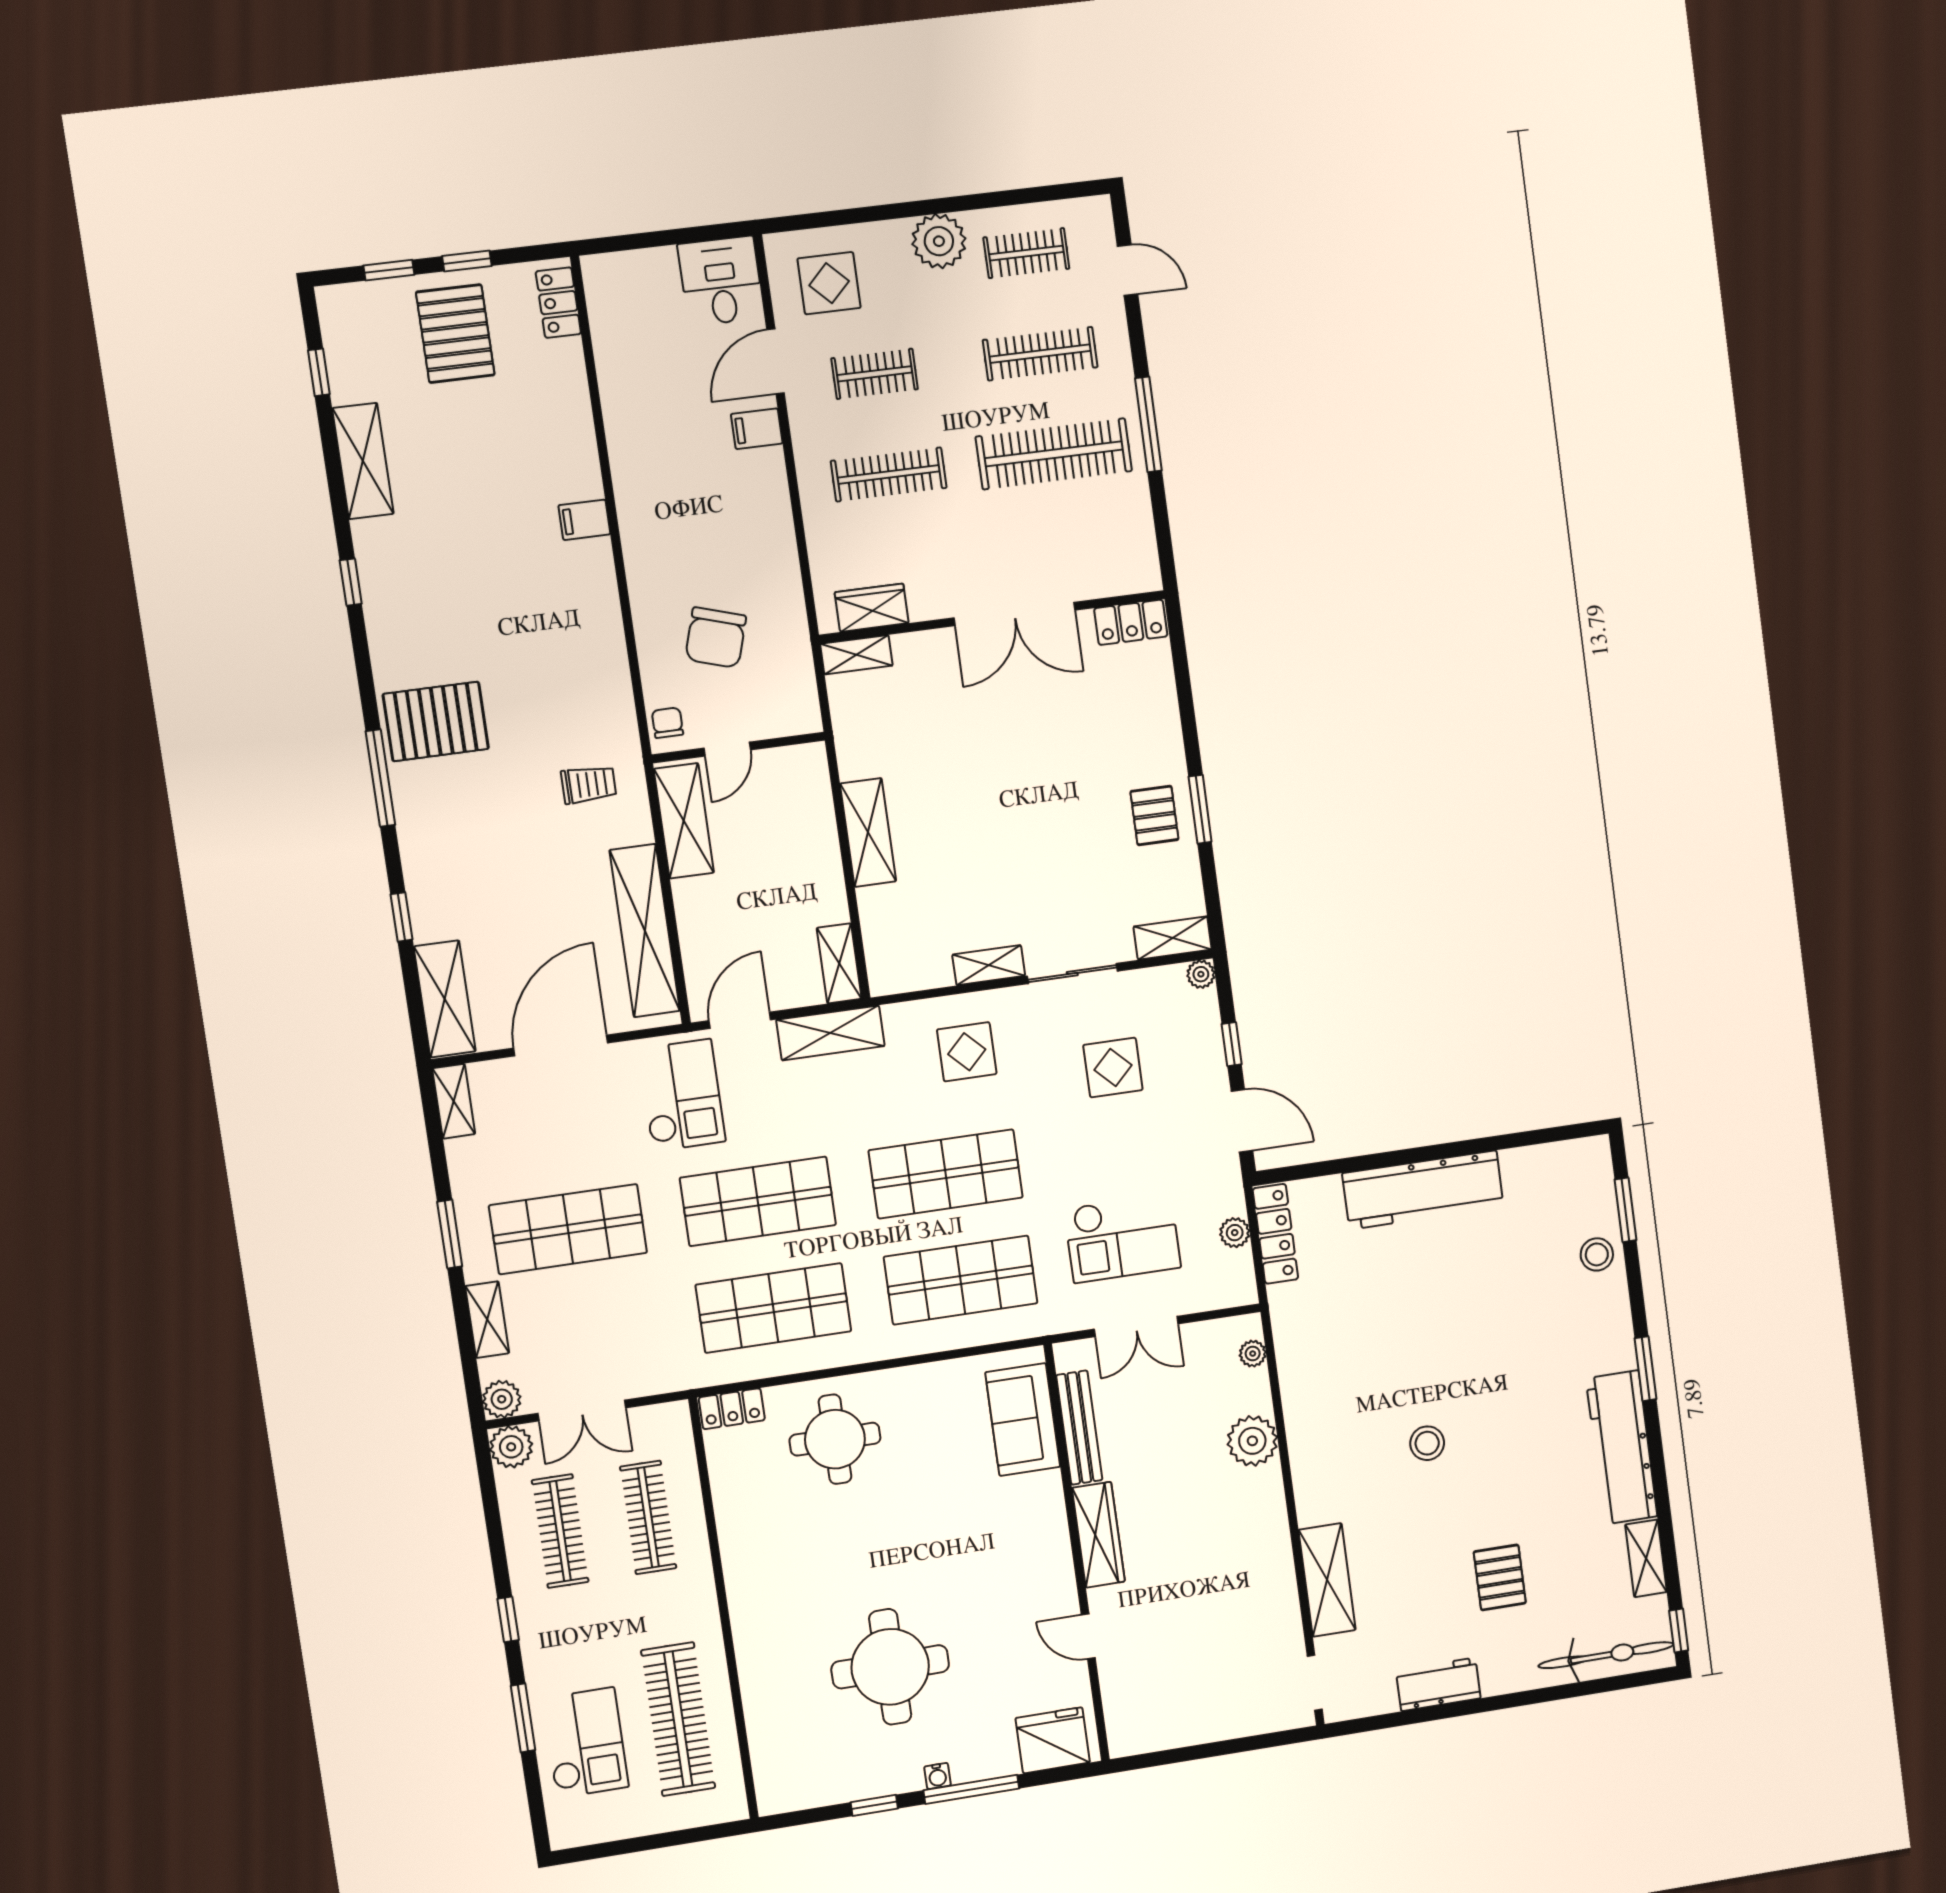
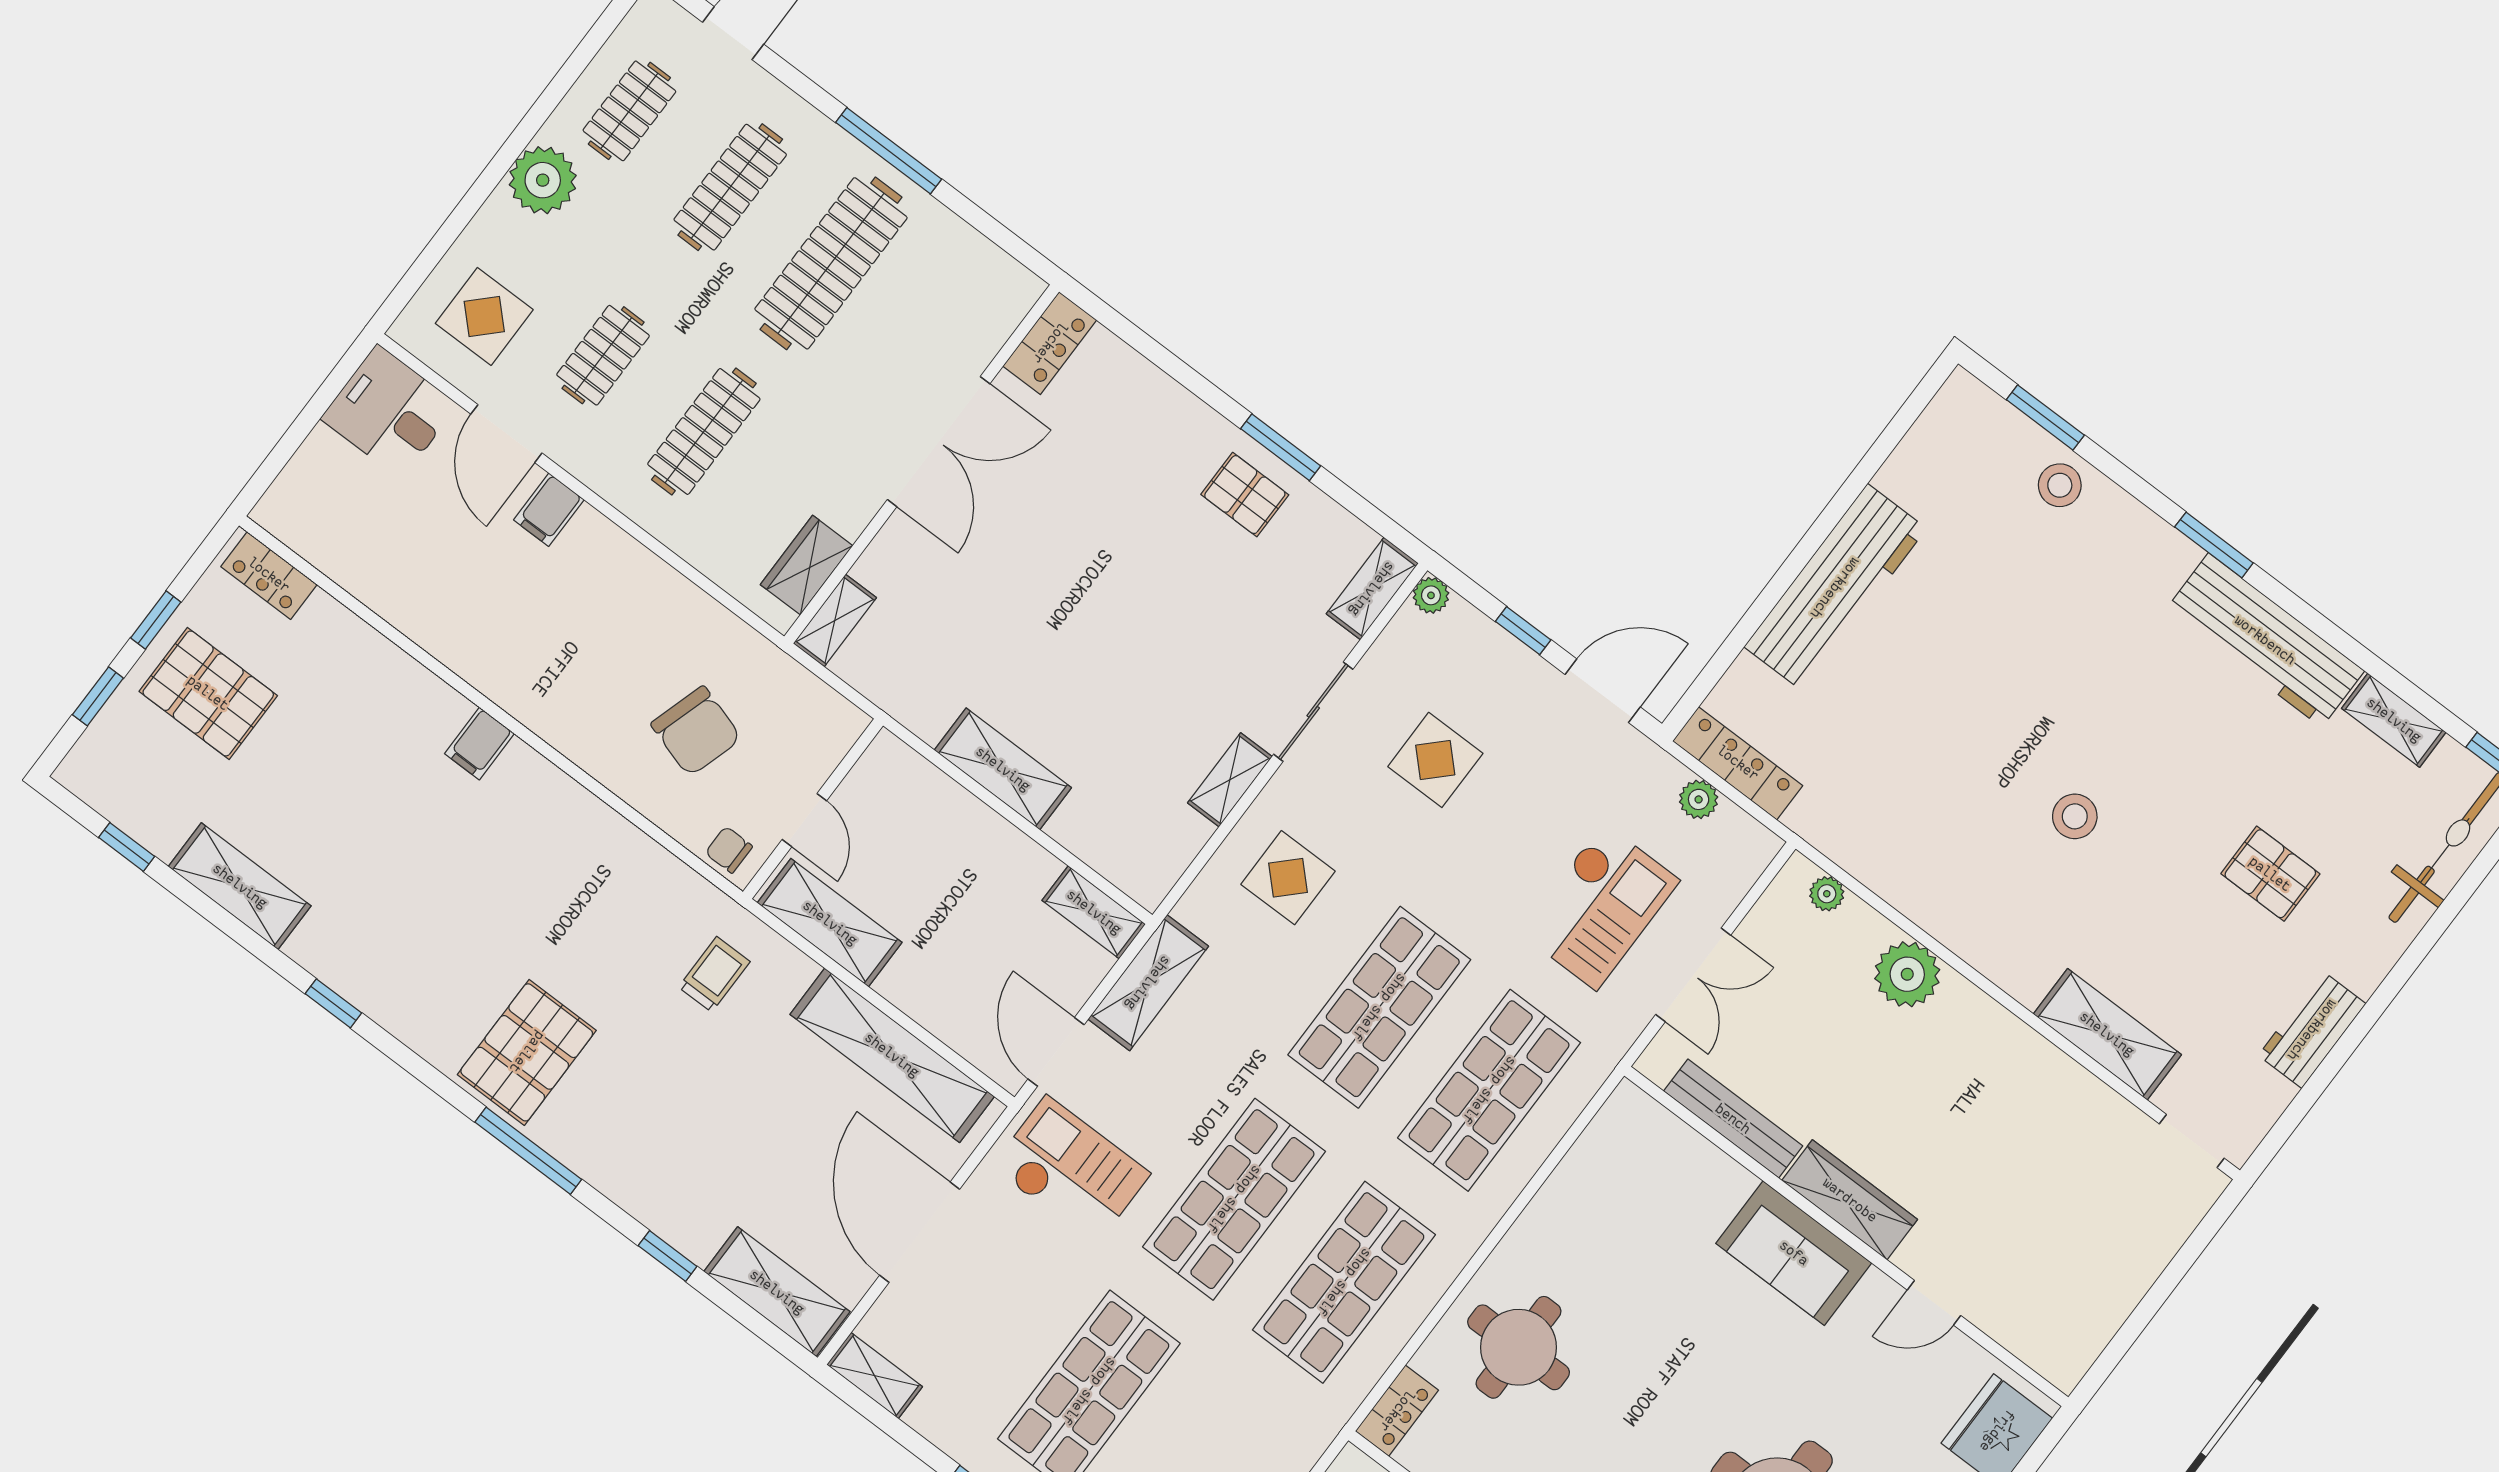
sofa: (1023, 1420) -> (1794, 1253), moved

